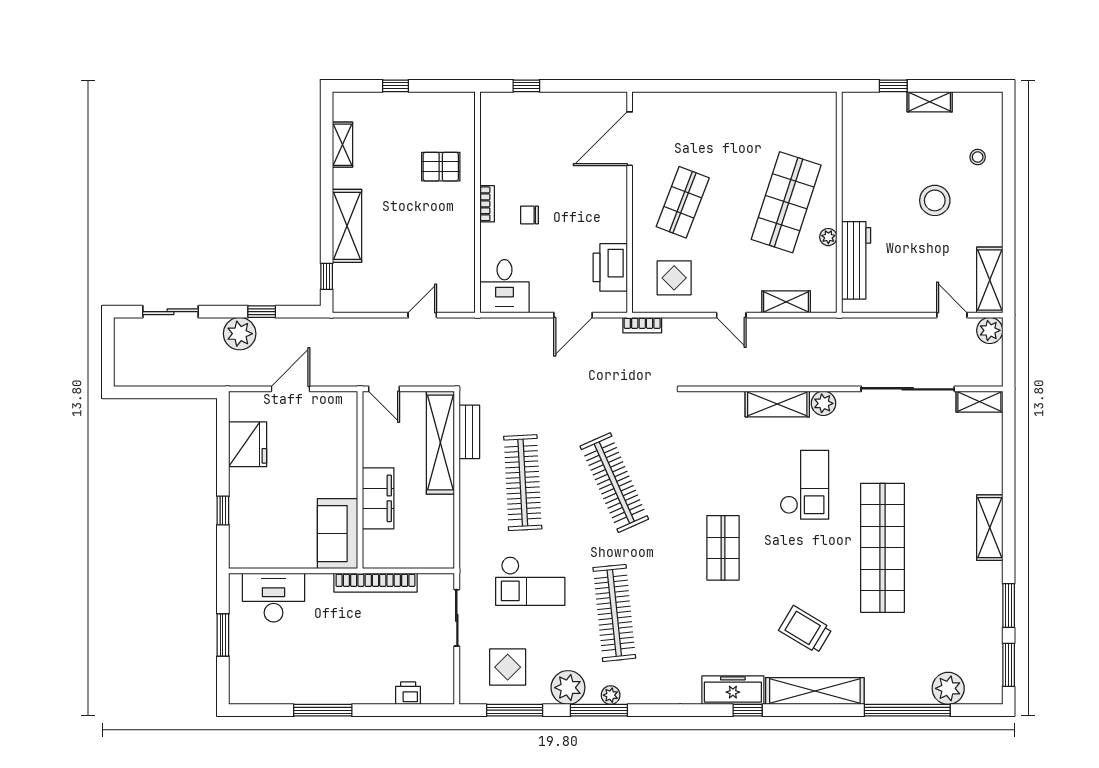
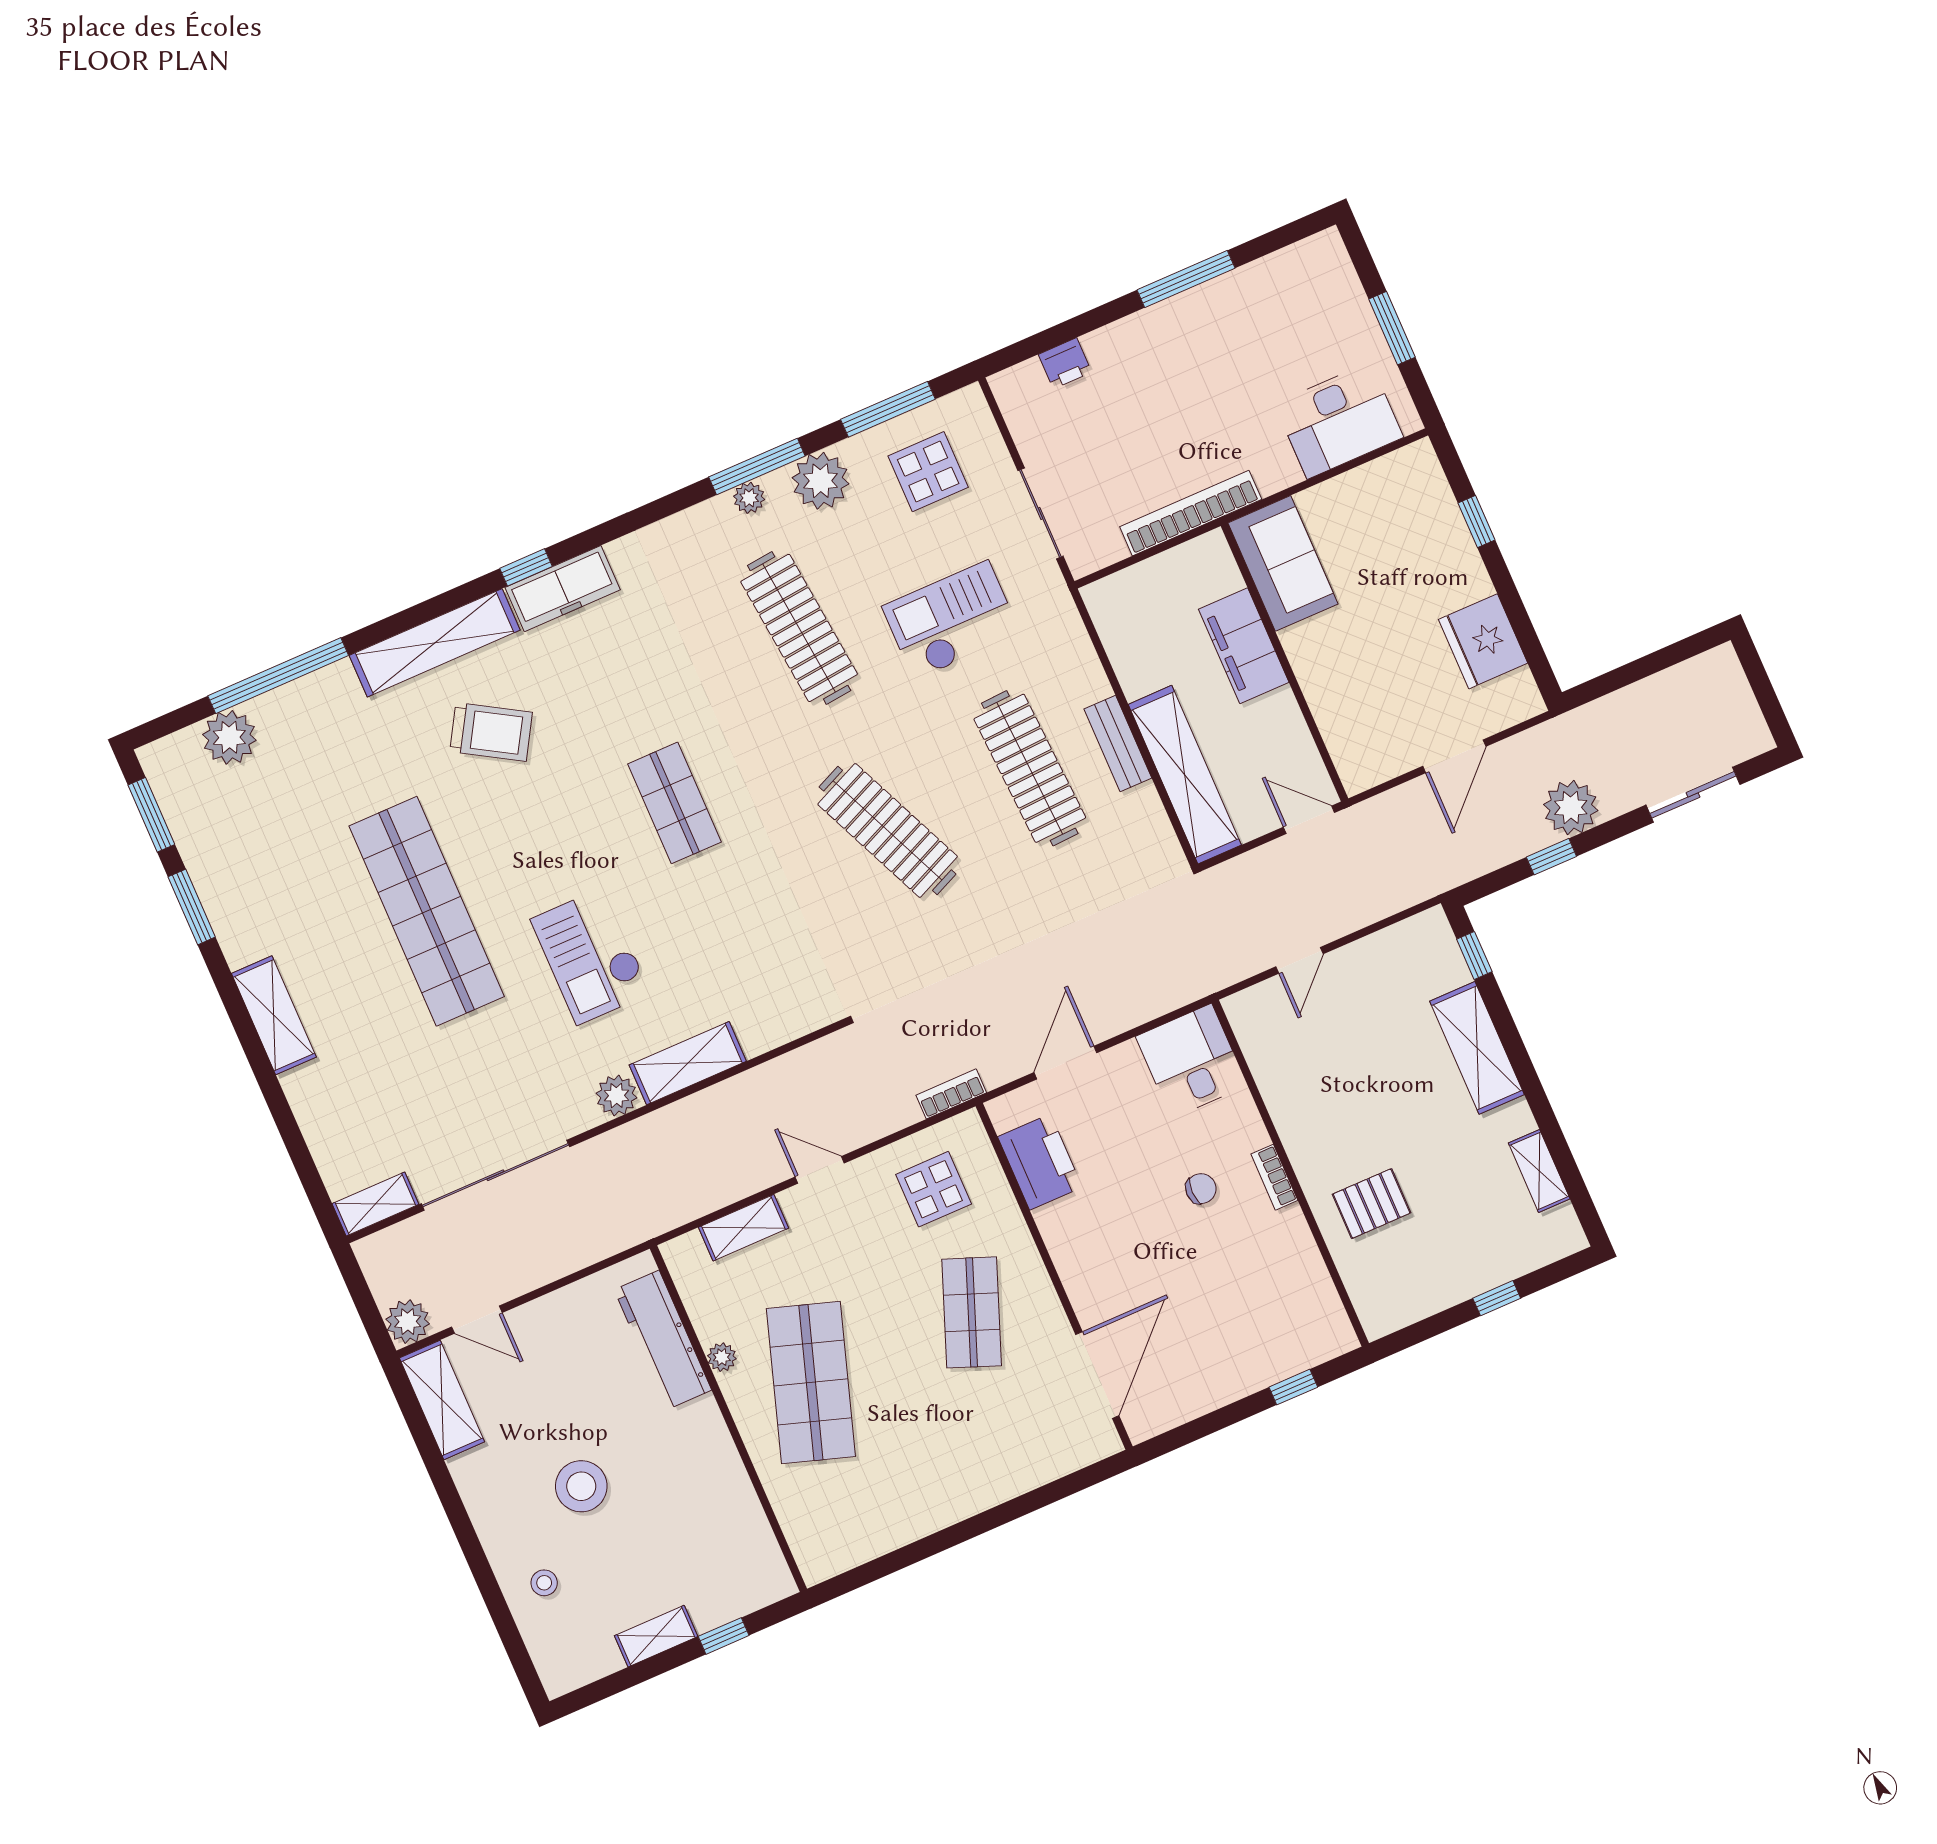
bench: (469, 432) -> (1118, 743), moved

